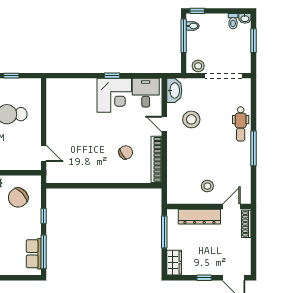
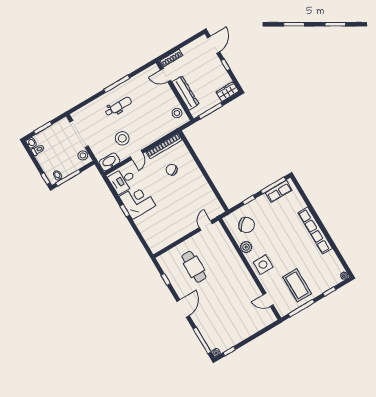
dental chair: (241, 124) -> (118, 107), moved
stool: (207, 186) -> (177, 113), moved

